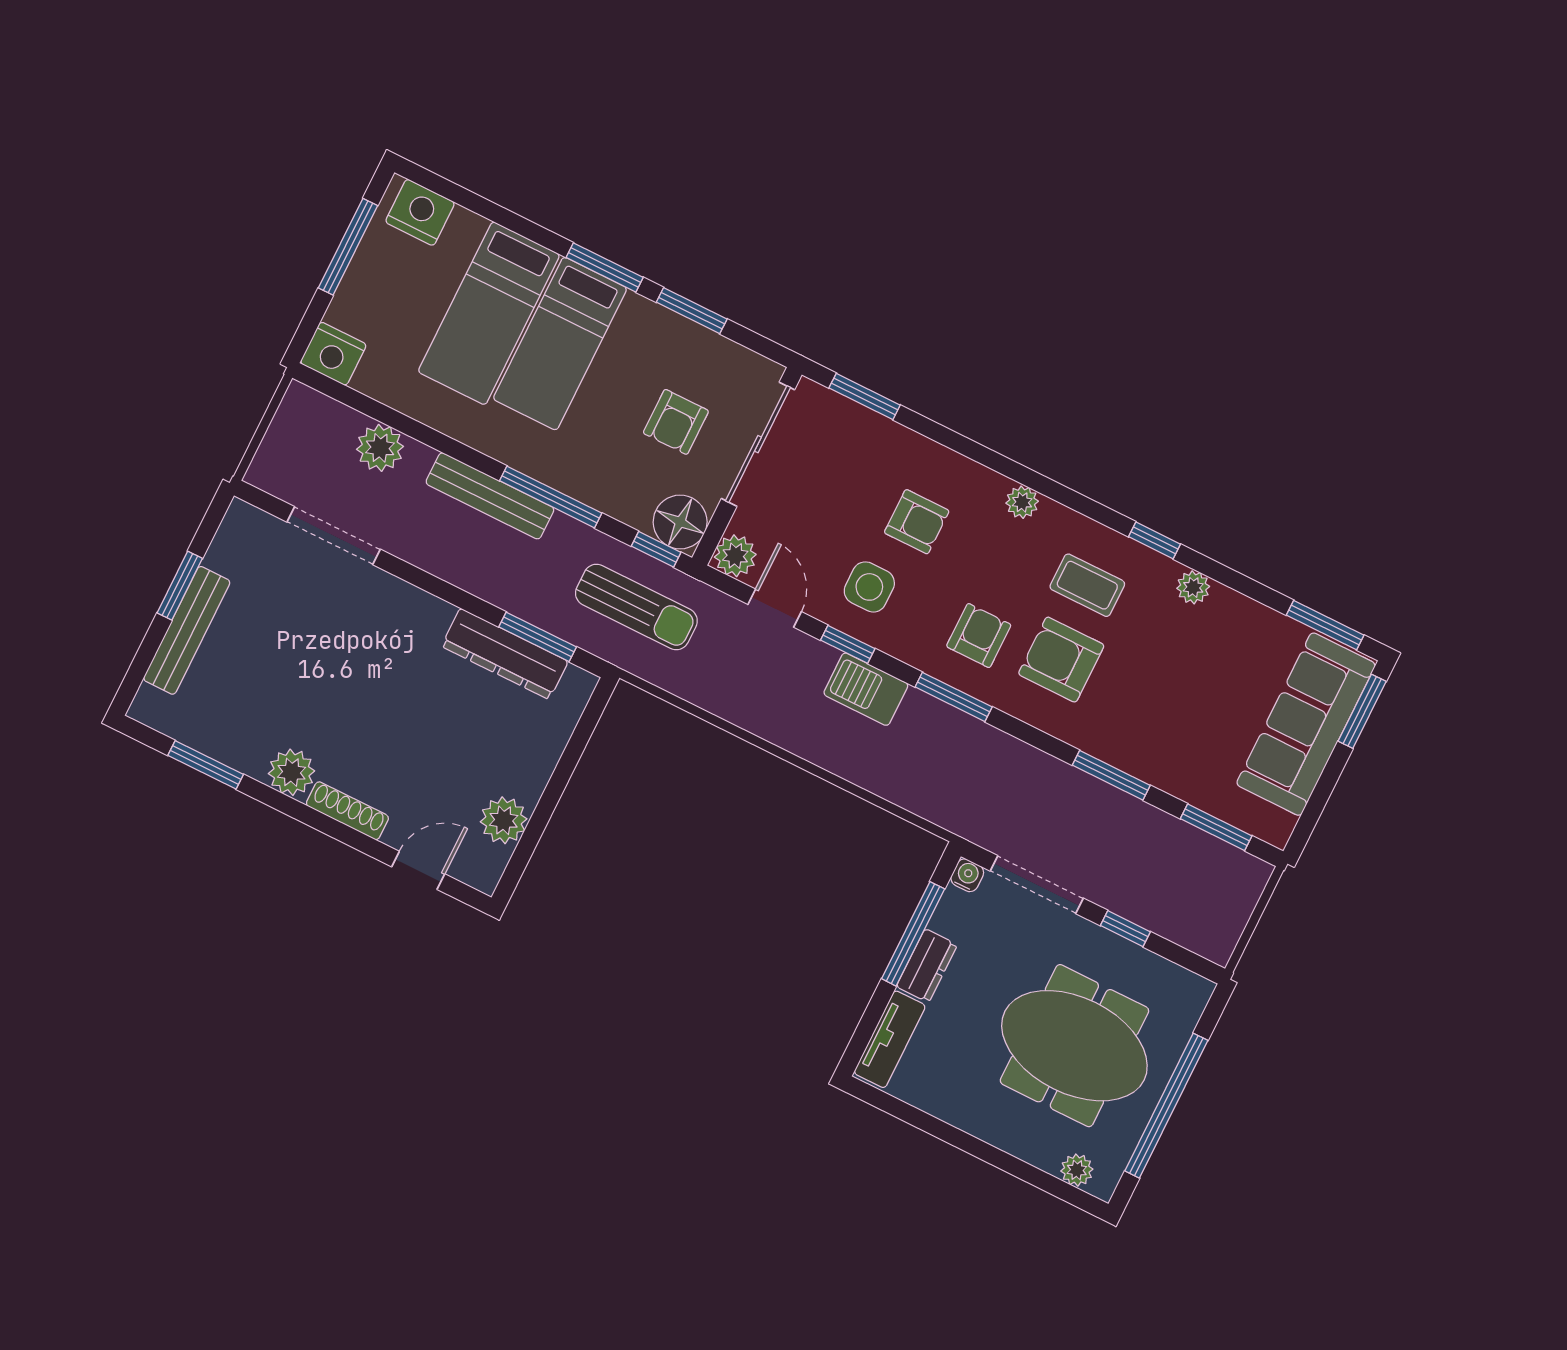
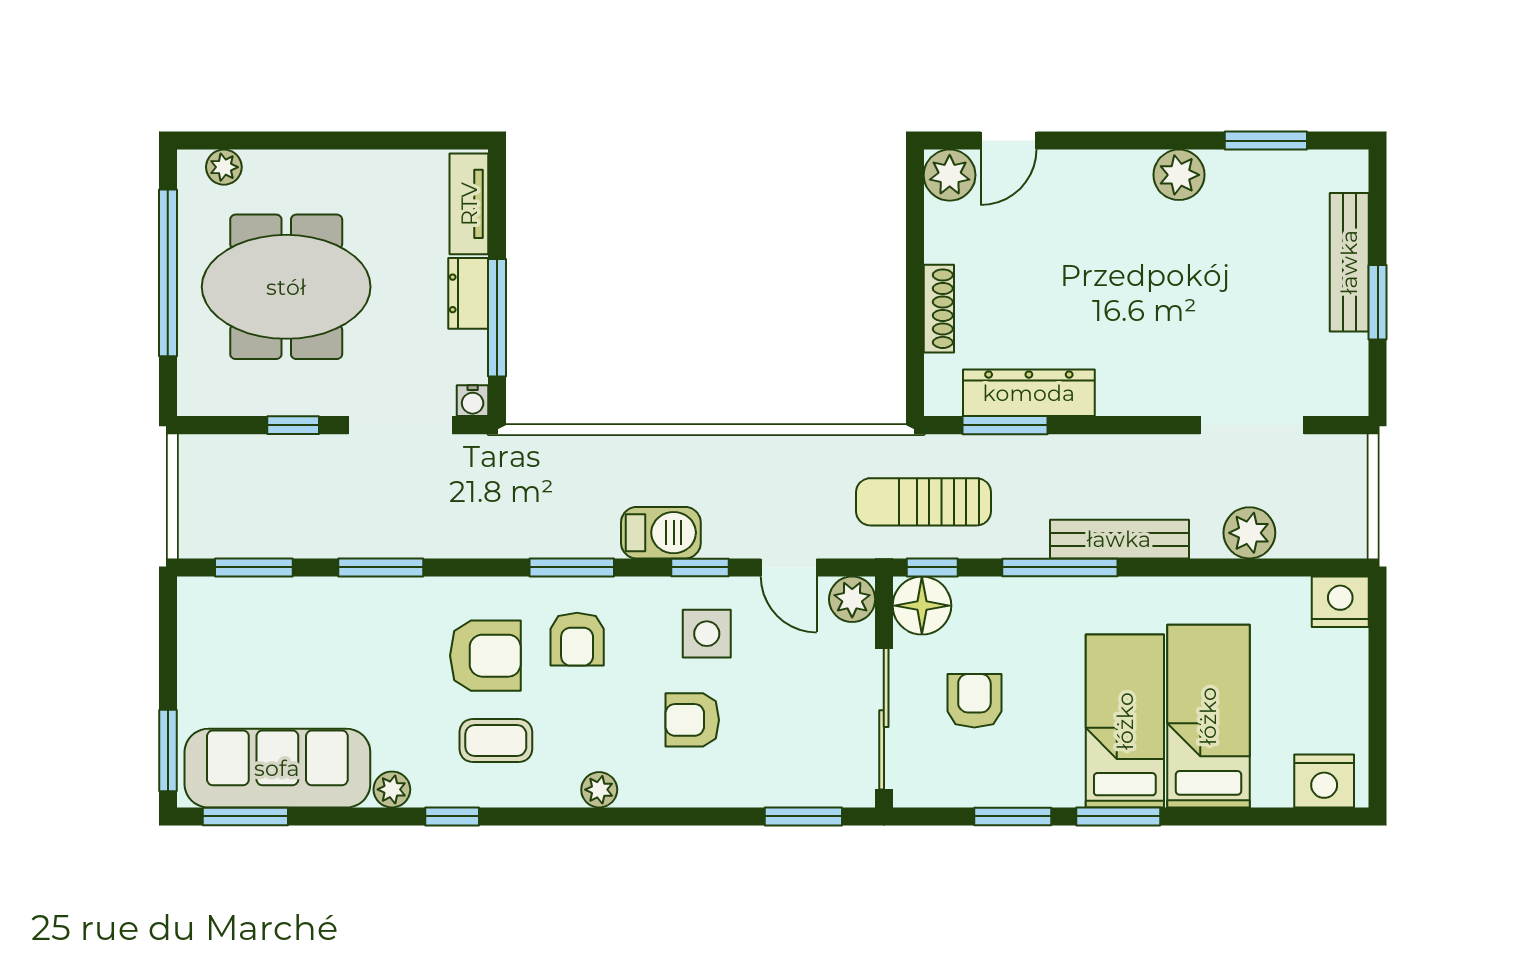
window: (348, 247) -> (1378, 713), removed
sofa: (1306, 724) -> (277, 768), moved, turned -90
shoe rack: (347, 811) -> (939, 309), moved, turned -90
plant: (504, 820) -> (950, 175), moved

